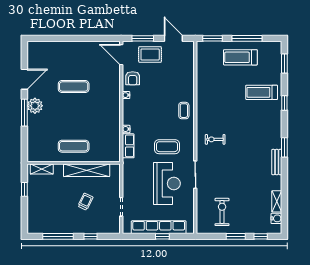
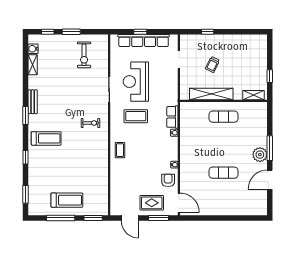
treadmill: (262, 92) -> (46, 138), moved
window: (58, 236) -> (238, 32), removed

